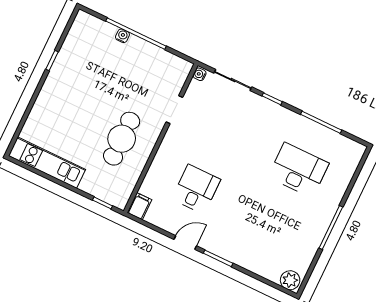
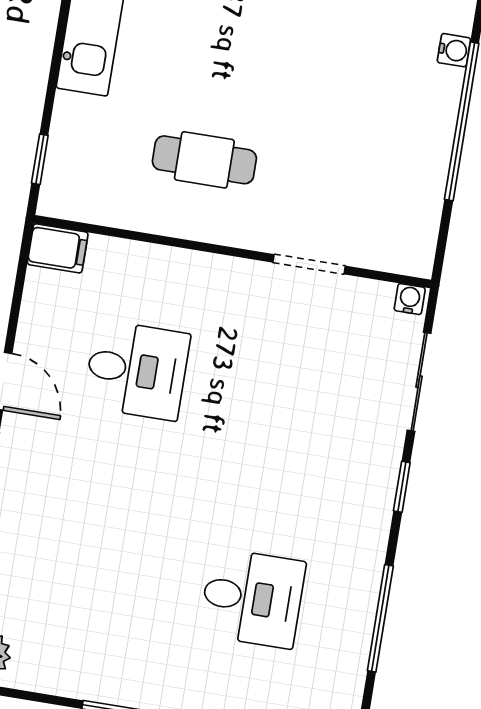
water cooler: (122, 36) -> (454, 50), moved
cafe table: (122, 139) -> (204, 160), width x0.73, depth x0.74
desk: (299, 170) -> (252, 598), width x0.73

